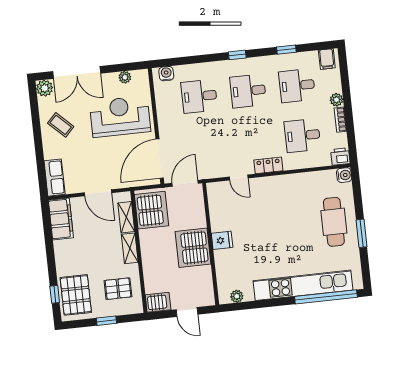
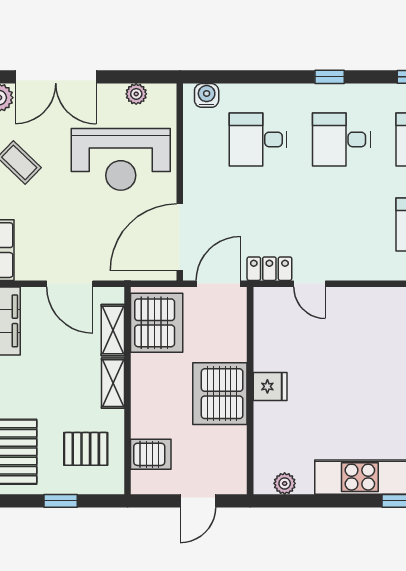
reception desk: (120, 117) -> (121, 159), turned 180
locker: (268, 165) -> (269, 269), moved
server rack: (158, 302) -> (151, 454), moved
door: (187, 312) -> (198, 501), hinge flipped

